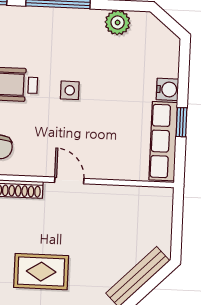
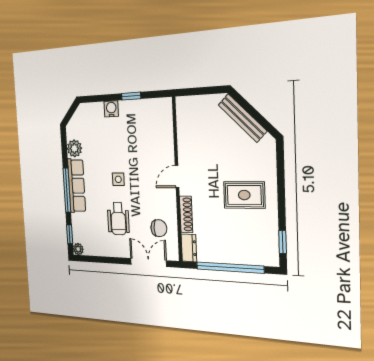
row of seats: (163, 141) -> (77, 186), moved, turned -90
rug: (41, 272) -> (244, 195), turned 90

